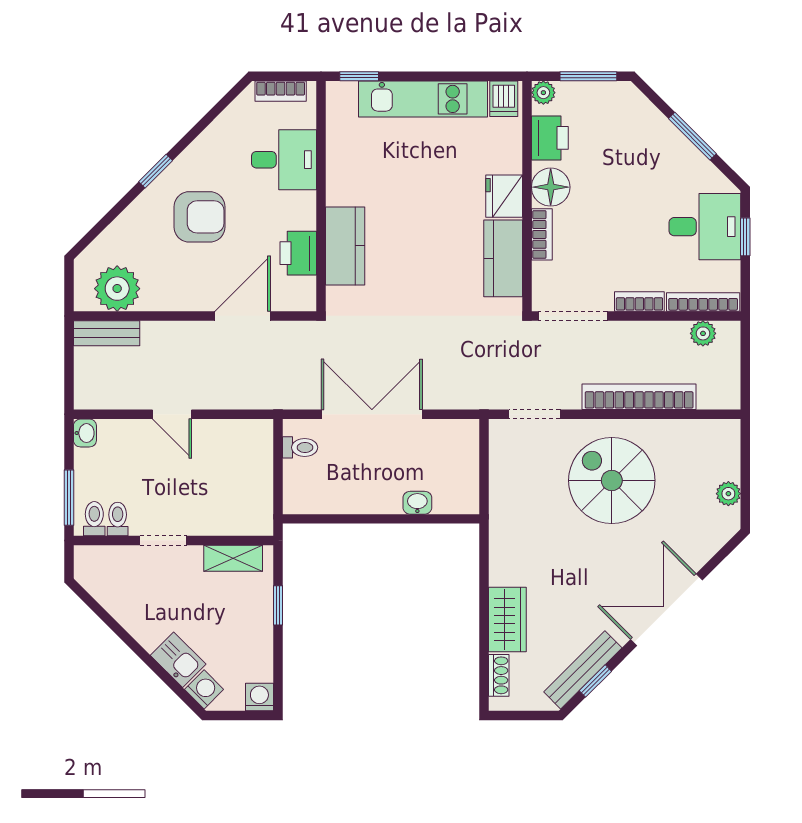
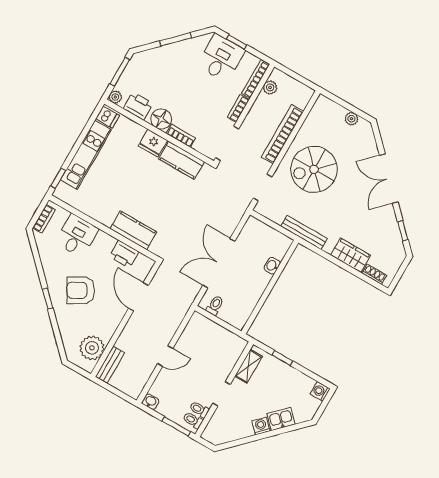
armchair: (199, 217) -> (81, 290), turned -120
bench: (583, 670) -> (304, 232), moved, turned -45
washing machine: (204, 689) -> (261, 426), moved

